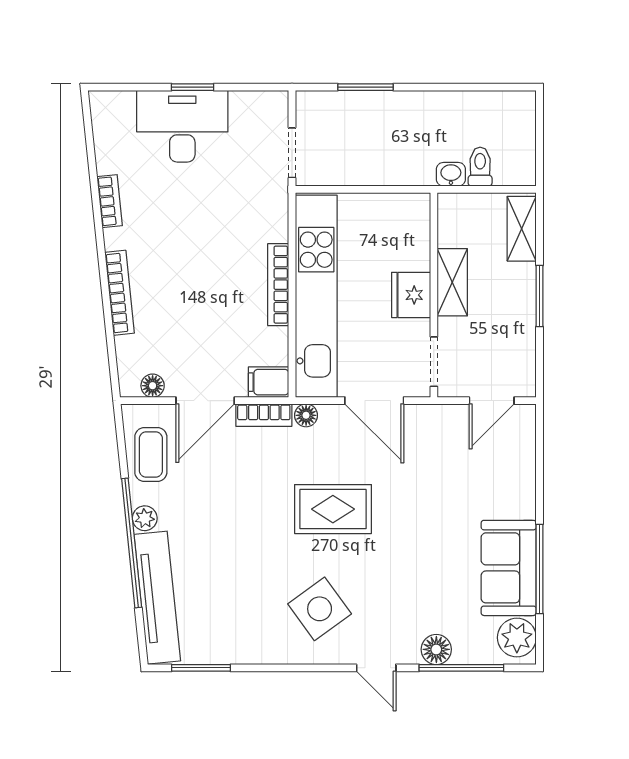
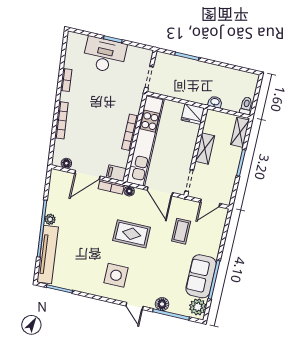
toilet: (480, 167) -> (246, 106), moved
fridge: (411, 295) -> (193, 114), moved, turned -90
coffee table: (151, 455) -> (181, 231), moved
side table: (320, 609) -> (116, 275), turned 36

